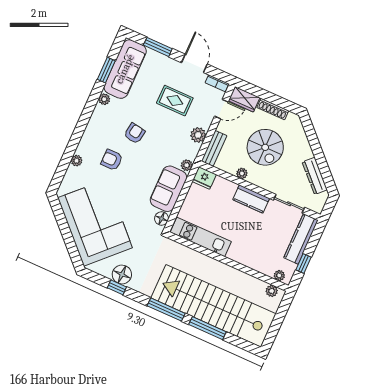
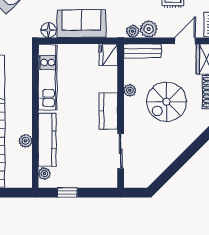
door: (221, 109) -> (185, 41), swing flipped
plant: (187, 165) -> (133, 31), moved
dresser: (315, 176) -> (160, 164), removed
kitchen counter: (301, 239) -> (47, 140), moved, turned 90
plant: (272, 291) -> (26, 141), moved

